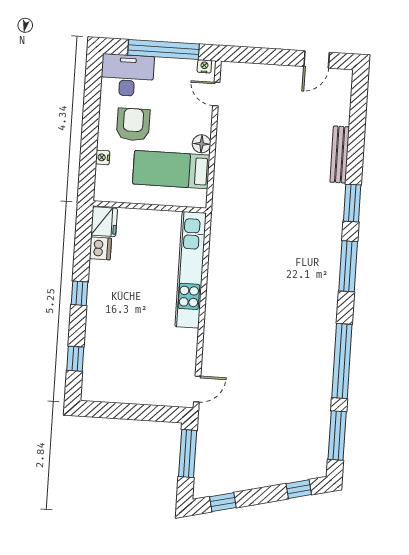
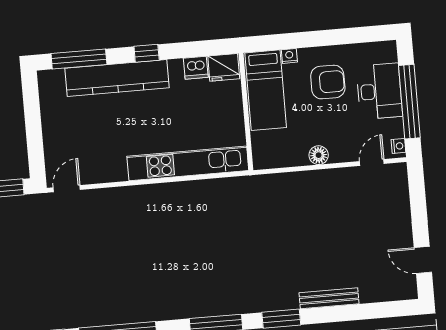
desk: (127, 75) -> (379, 91), moved
bed: (171, 170) -> (266, 90), moved, turned 180
kitchen counter: (99, 325) -> (117, 78), added
window: (75, 359) -> (79, 59), width x2.17
door: (197, 389) -> (67, 189), swing flipped

